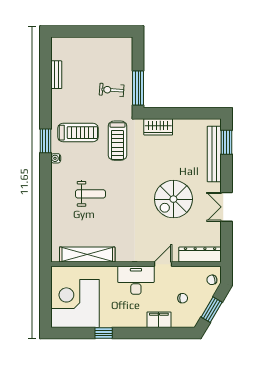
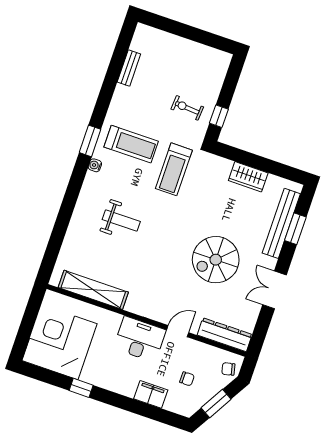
window: (138, 88) -> (219, 116), width x0.46
wardrobe: (158, 127) -> (248, 177), moved
window: (227, 142) -> (295, 229), moved

